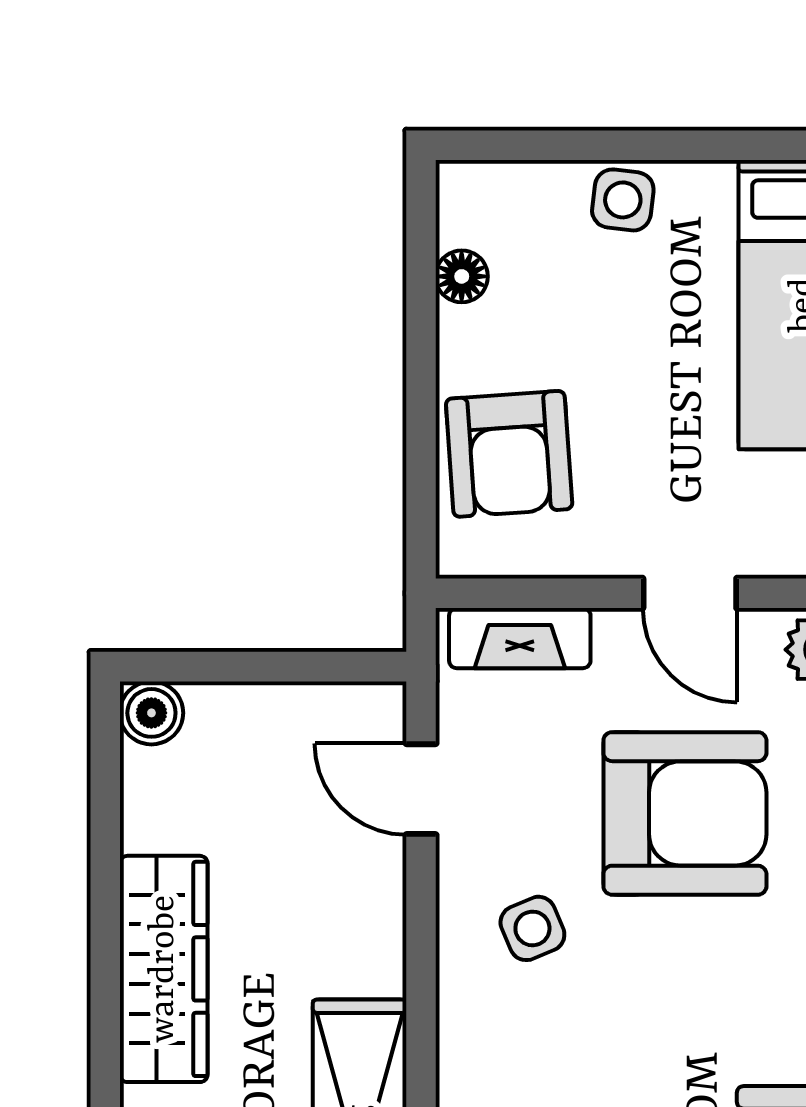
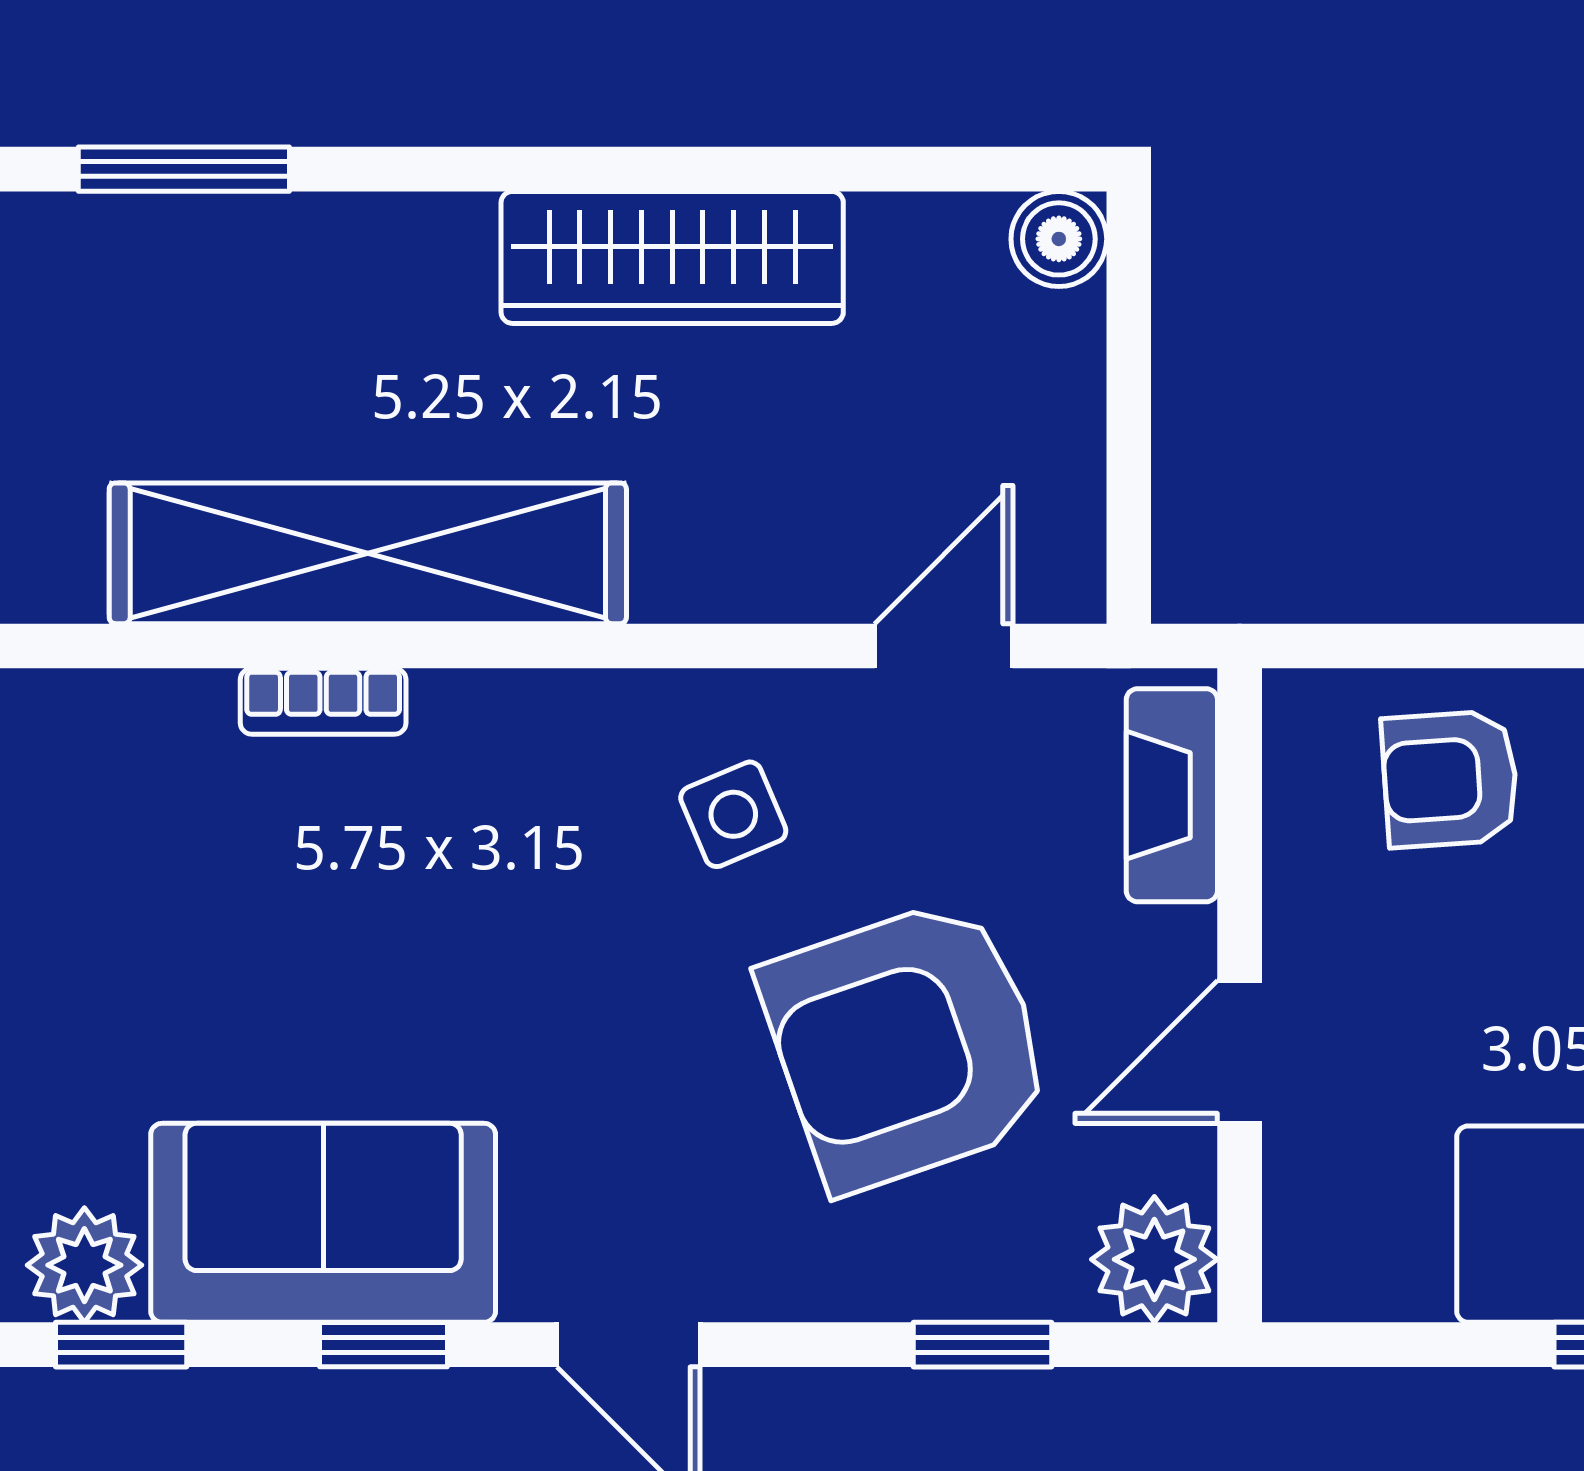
armchair: (509, 454) -> (1450, 779), width x0.72, depth x0.72
armchair: (685, 813) -> (907, 1045), turned 71

